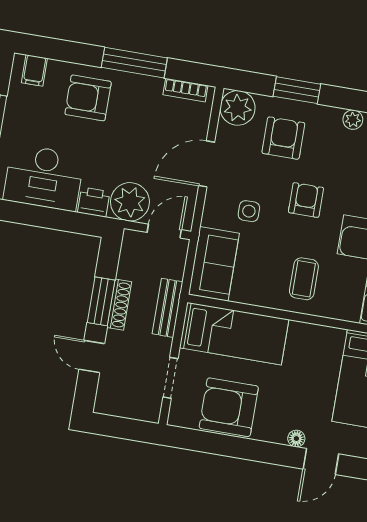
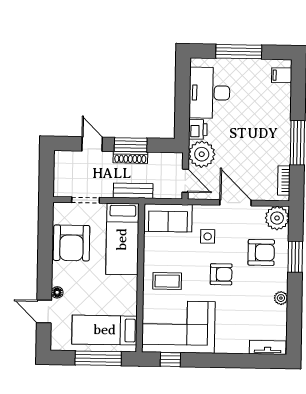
armchair: (88, 98) -> (268, 115), removed
door: (92, 356) -> (92, 144), hinge flipped
armchair: (229, 407) -> (72, 243), turned 180

